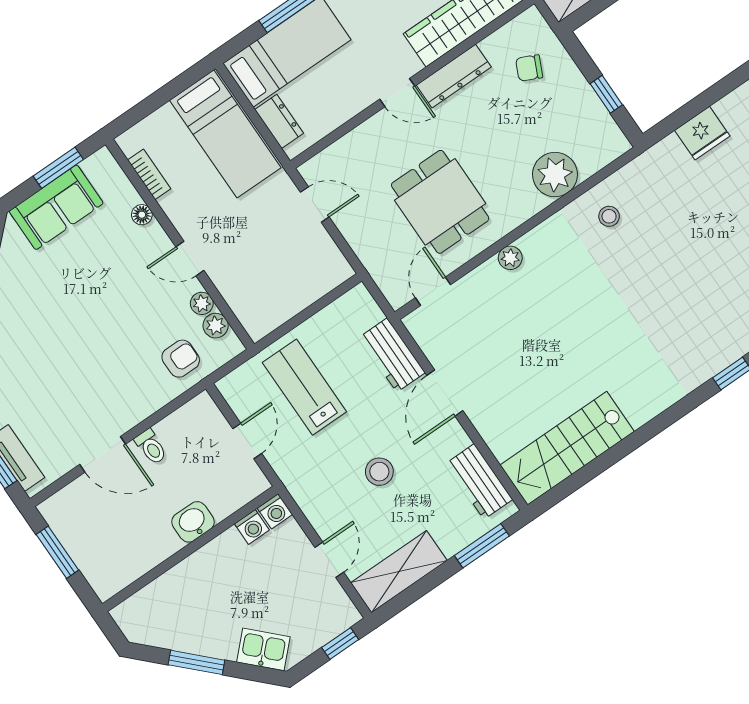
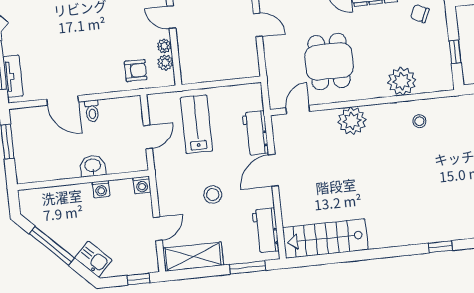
plant: (510, 258) -> (352, 121), width x1.87, depth x1.87
washing machine: (252, 527) -> (101, 189), moved
window: (196, 662) -> (52, 246), width x1.44

